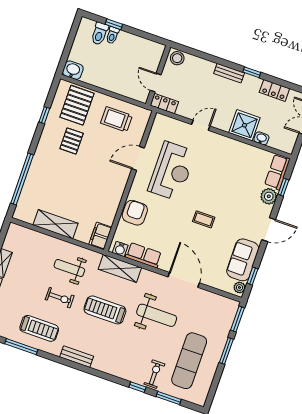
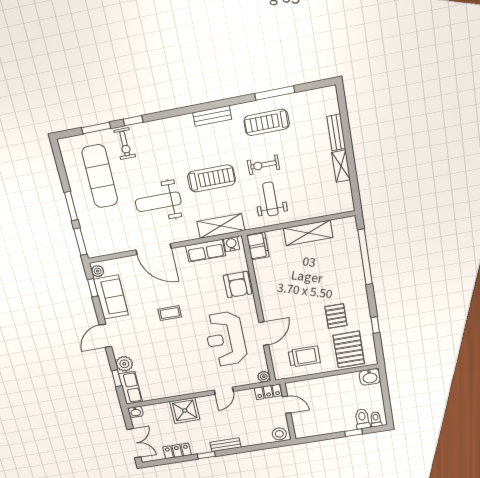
toilet: (112, 35) -> (376, 419), moved
plant: (160, 120) -> (264, 377), added
washbasin: (261, 138) -> (136, 412), moved
weight bench: (69, 268) -> (270, 199), turned -90

